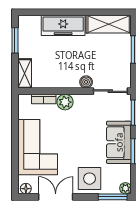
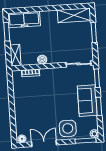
freezer: (63, 25) -> (24, 20), moved
boiler: (86, 82) -> (42, 60), moved
plant: (65, 102) -> (46, 74), removed
corner sofa: (38, 147) -> (29, 108), removed

